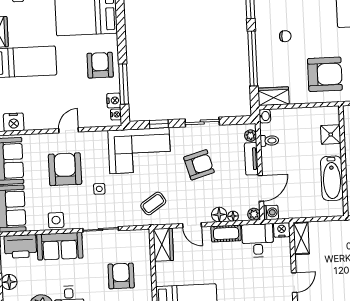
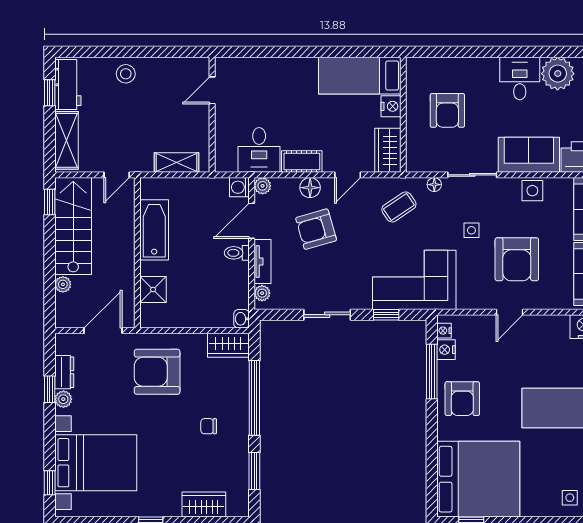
toilet: (269, 141) -> (237, 253), moved
armchair: (199, 165) -> (316, 229), moved
floor lamp: (233, 216) -> (434, 185), moved
door: (192, 225) -> (348, 175), swing flipped
nightstand: (282, 230) -> (391, 106), moved, turned -90
shelving: (301, 238) -> (176, 163), moved, turned 90

